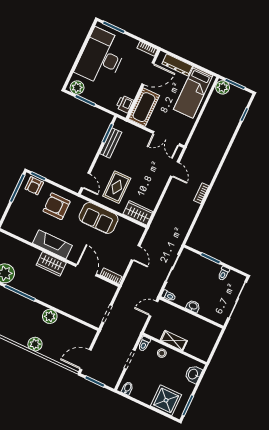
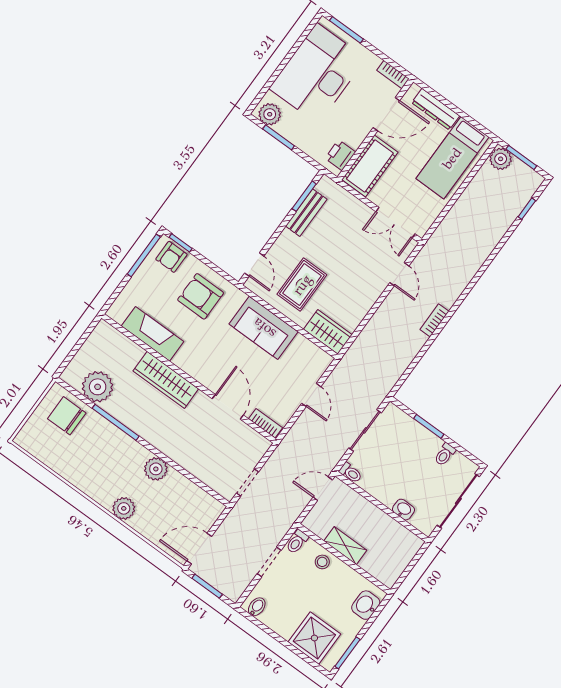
fireplace: (52, 244) -> (153, 334), moved
wardrobe: (51, 264) -> (166, 380), width x1.50
washbasin: (193, 306) -> (403, 510), moved

